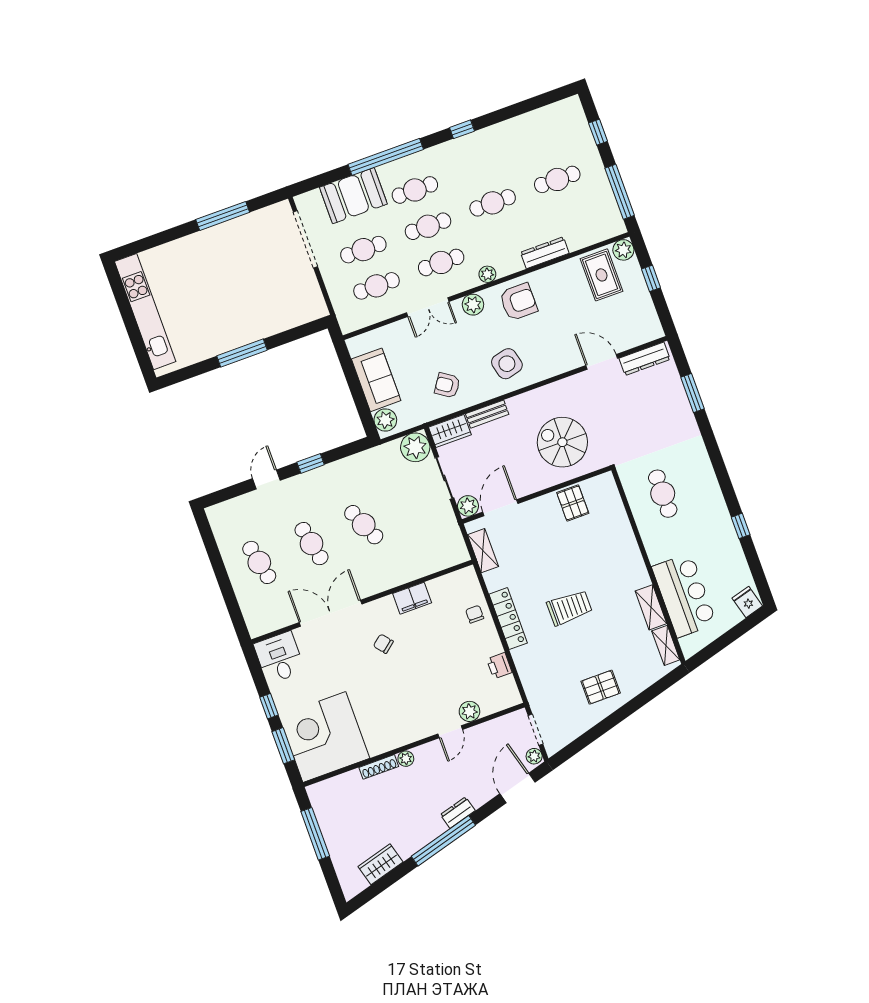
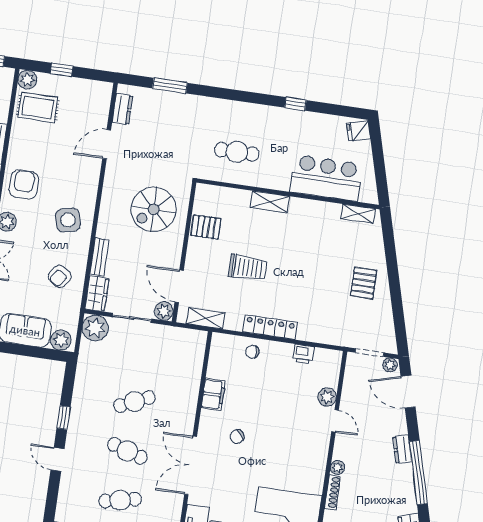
dresser: (645, 359) -> (122, 109), width x0.70
cafe table: (311, 544) -> (127, 451), turned 30
shelving: (651, 607) -> (270, 202), moved
trolley: (569, 608) -> (248, 268), moved, turned 90

